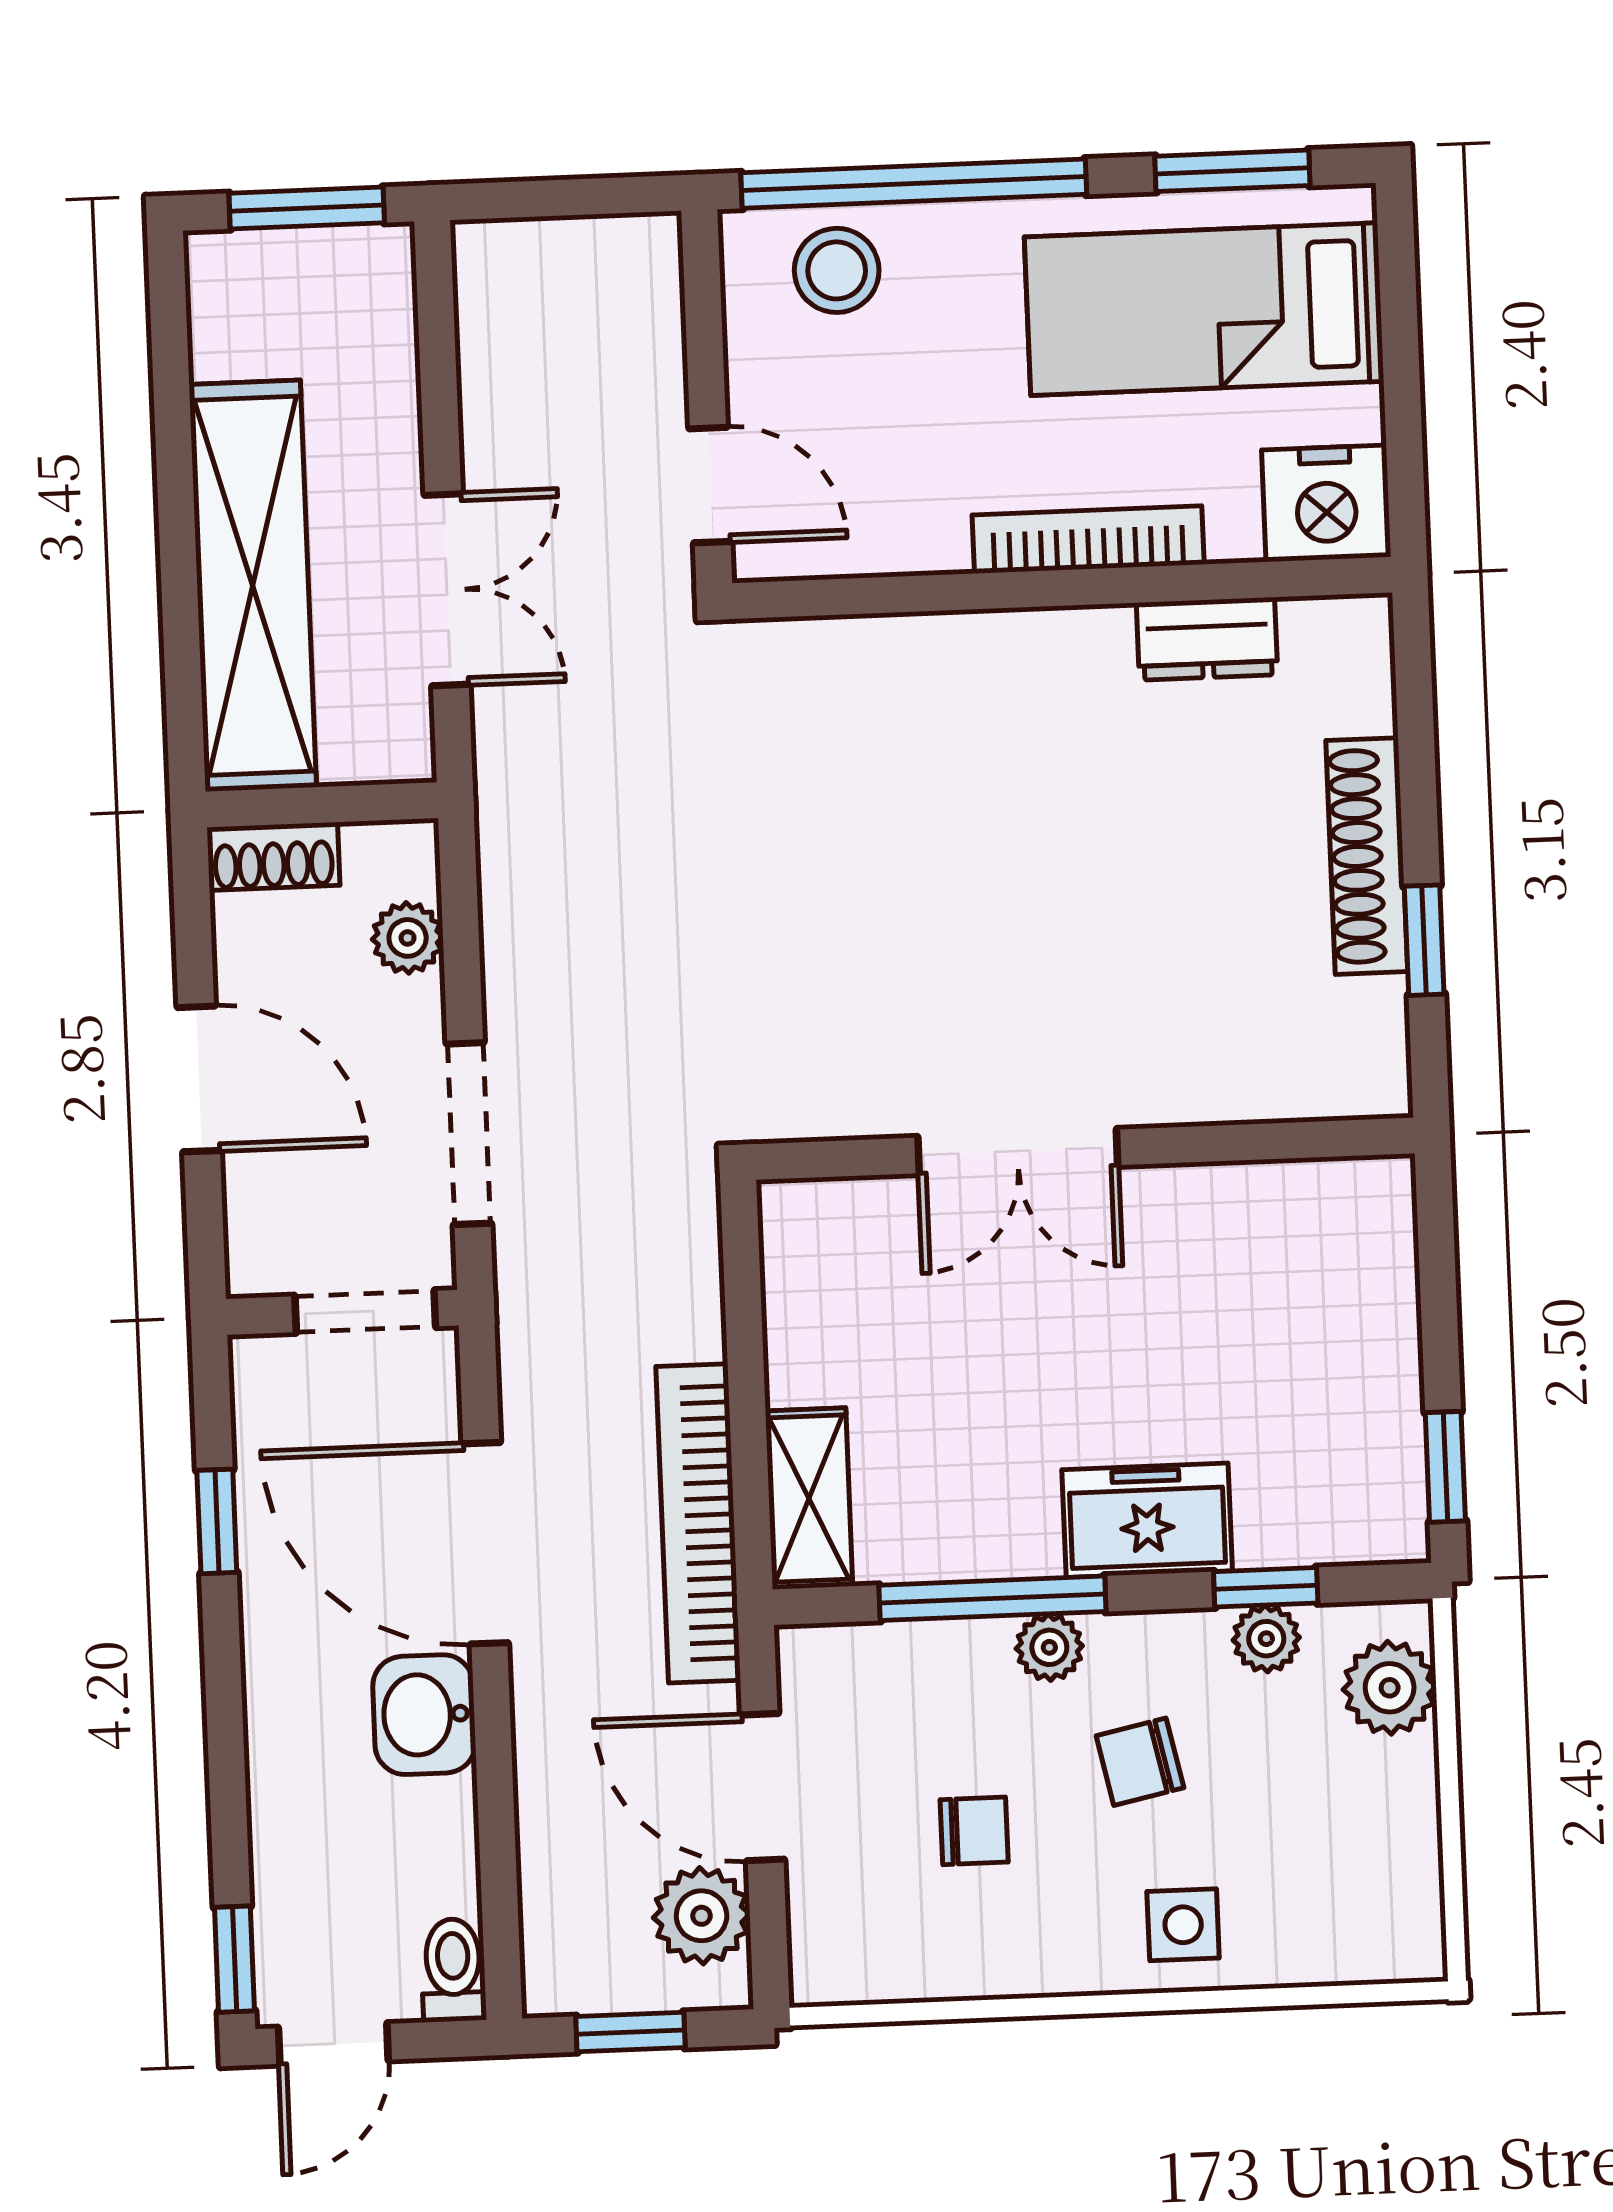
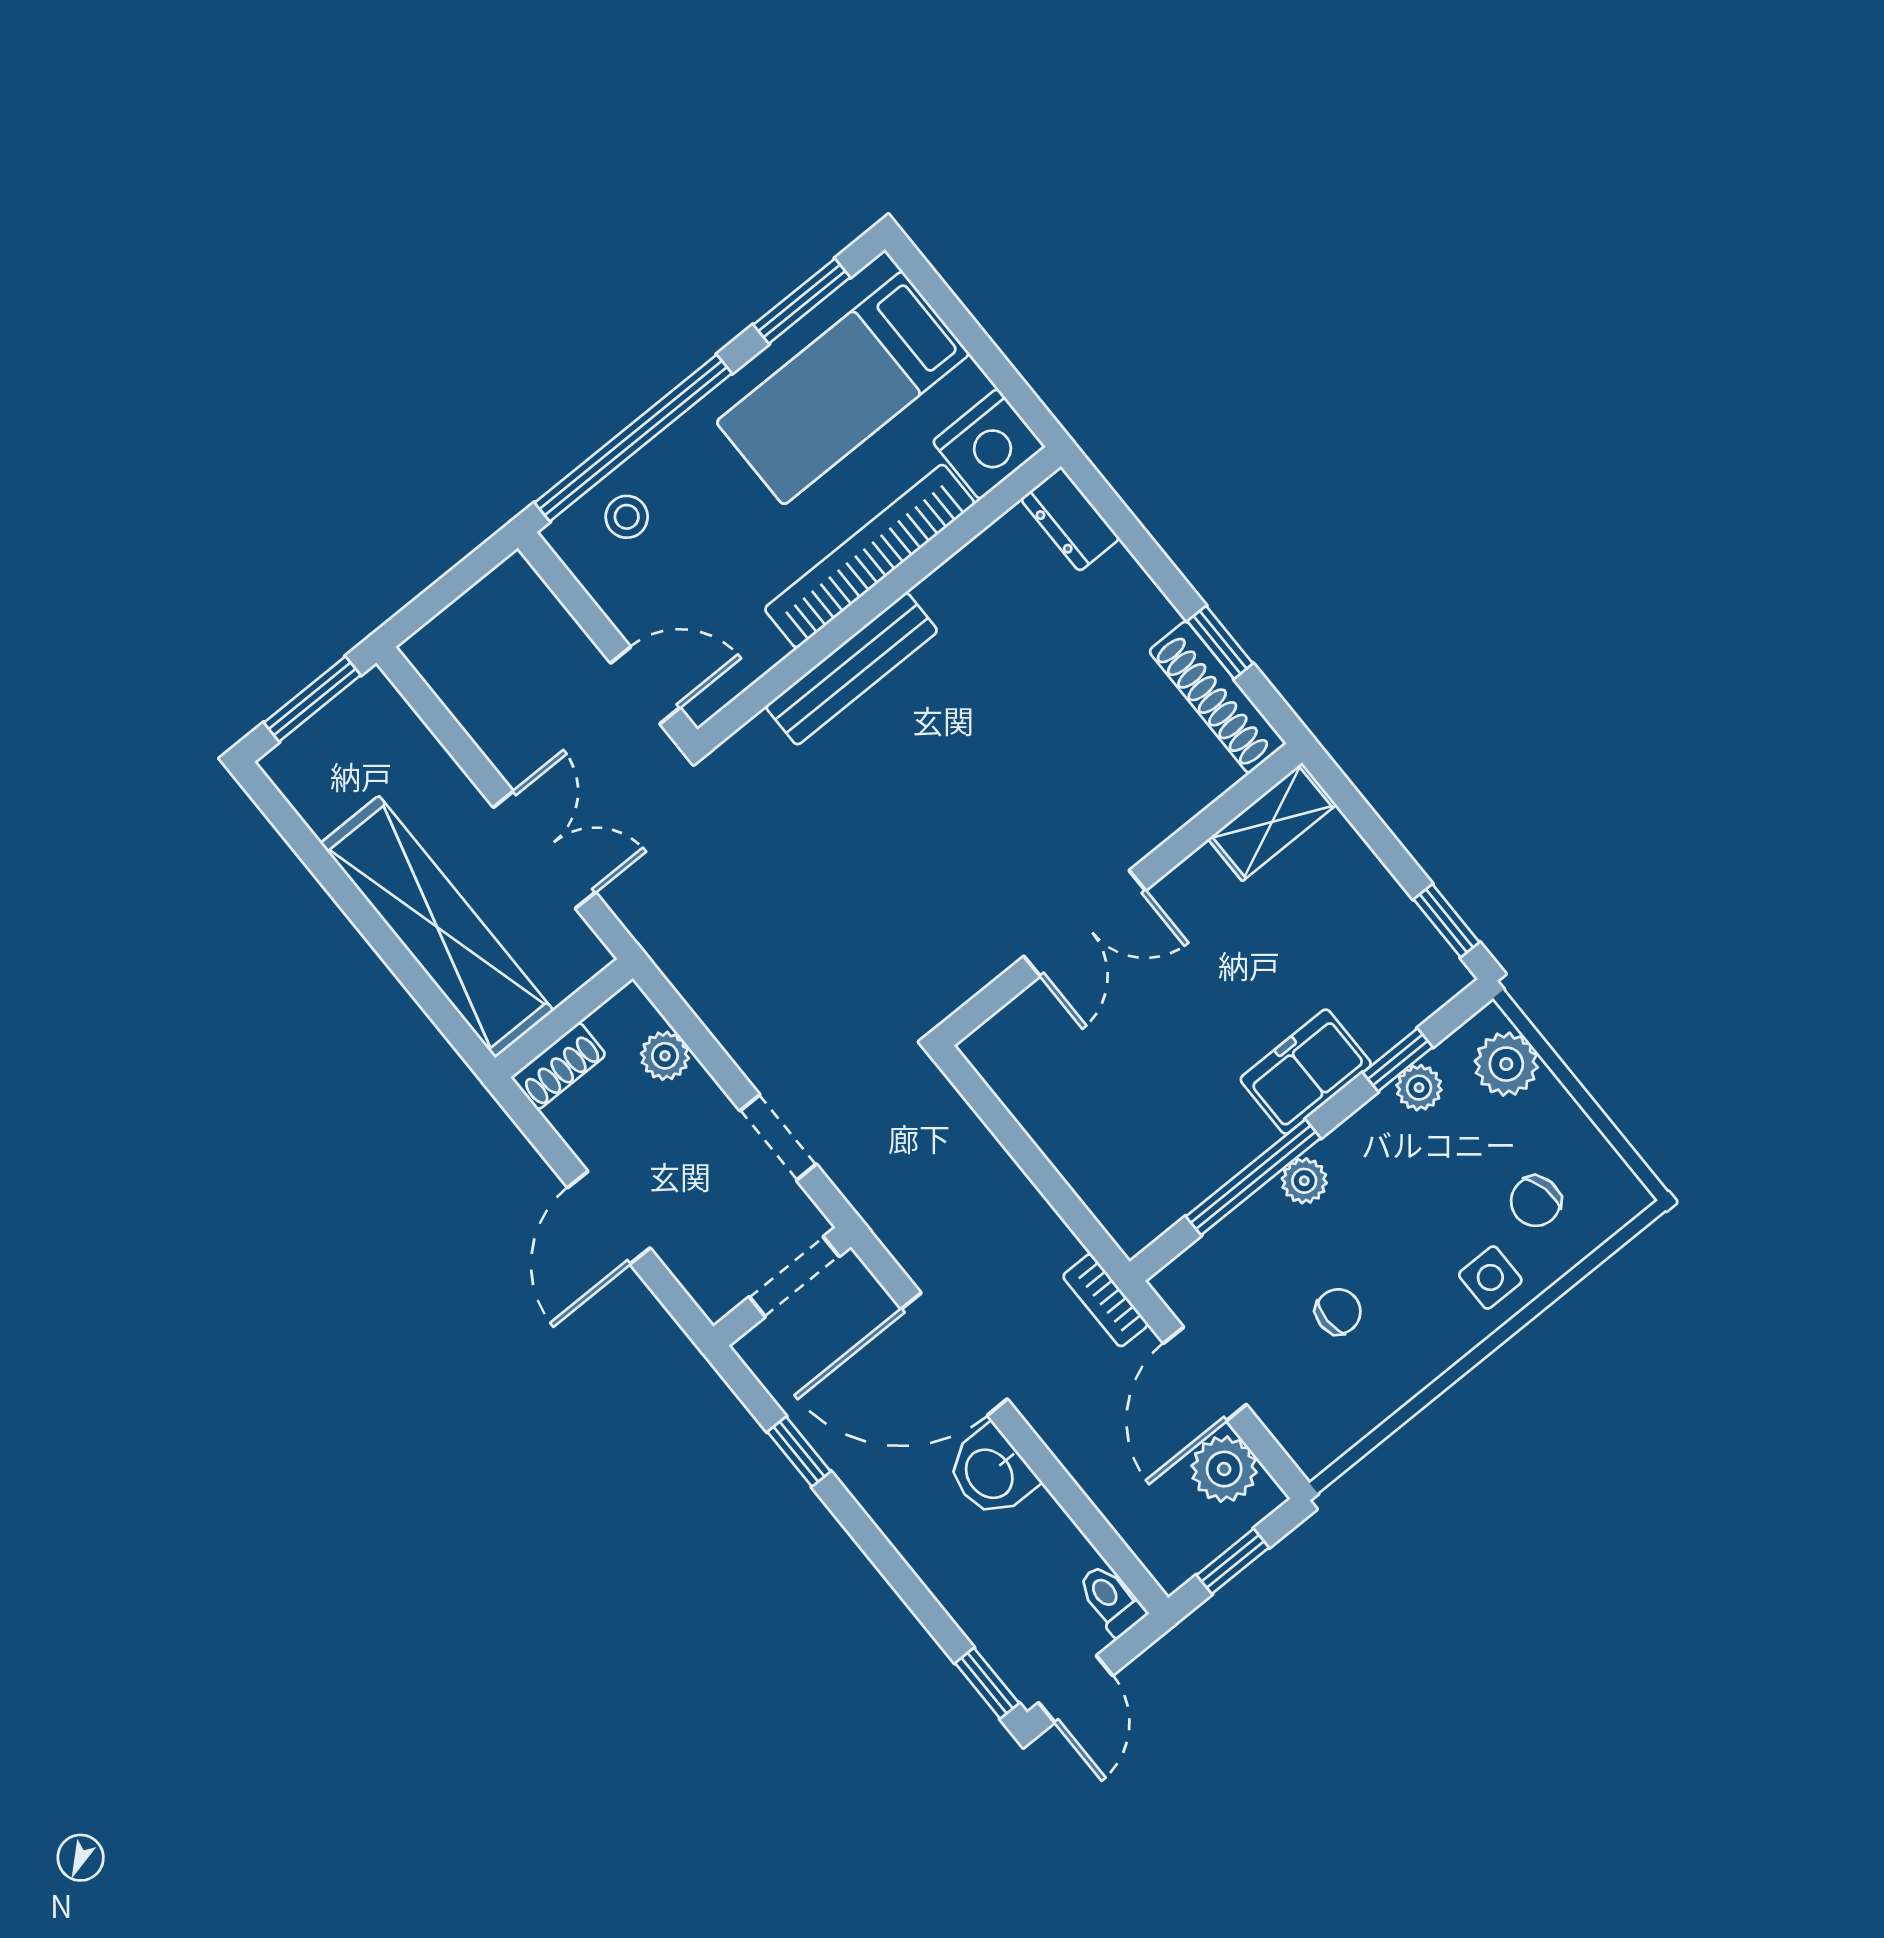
stool: (837, 270) -> (627, 517), width x0.73, depth x0.73
bookcase: (1088, 540) -> (870, 556), width x1.48, depth x1.31
dresser: (1207, 639) -> (1070, 519), moved, turned 90
bench: (968, 647) -> (852, 669), added
shoe rack: (1367, 856) -> (1217, 697), moved
door: (199, 1079) -> (609, 1218), swing flipped
doorway: (469, 1134) -> (778, 1137), width x0.73
shelving: (809, 1499) -> (1272, 822), moved, turned 90
bookcase: (698, 1523) -> (1105, 1300), width x0.43, depth x0.76
chair: (1140, 1762) -> (1536, 1201), moved
door: (763, 1787) -> (1205, 1374), hinge flipped

